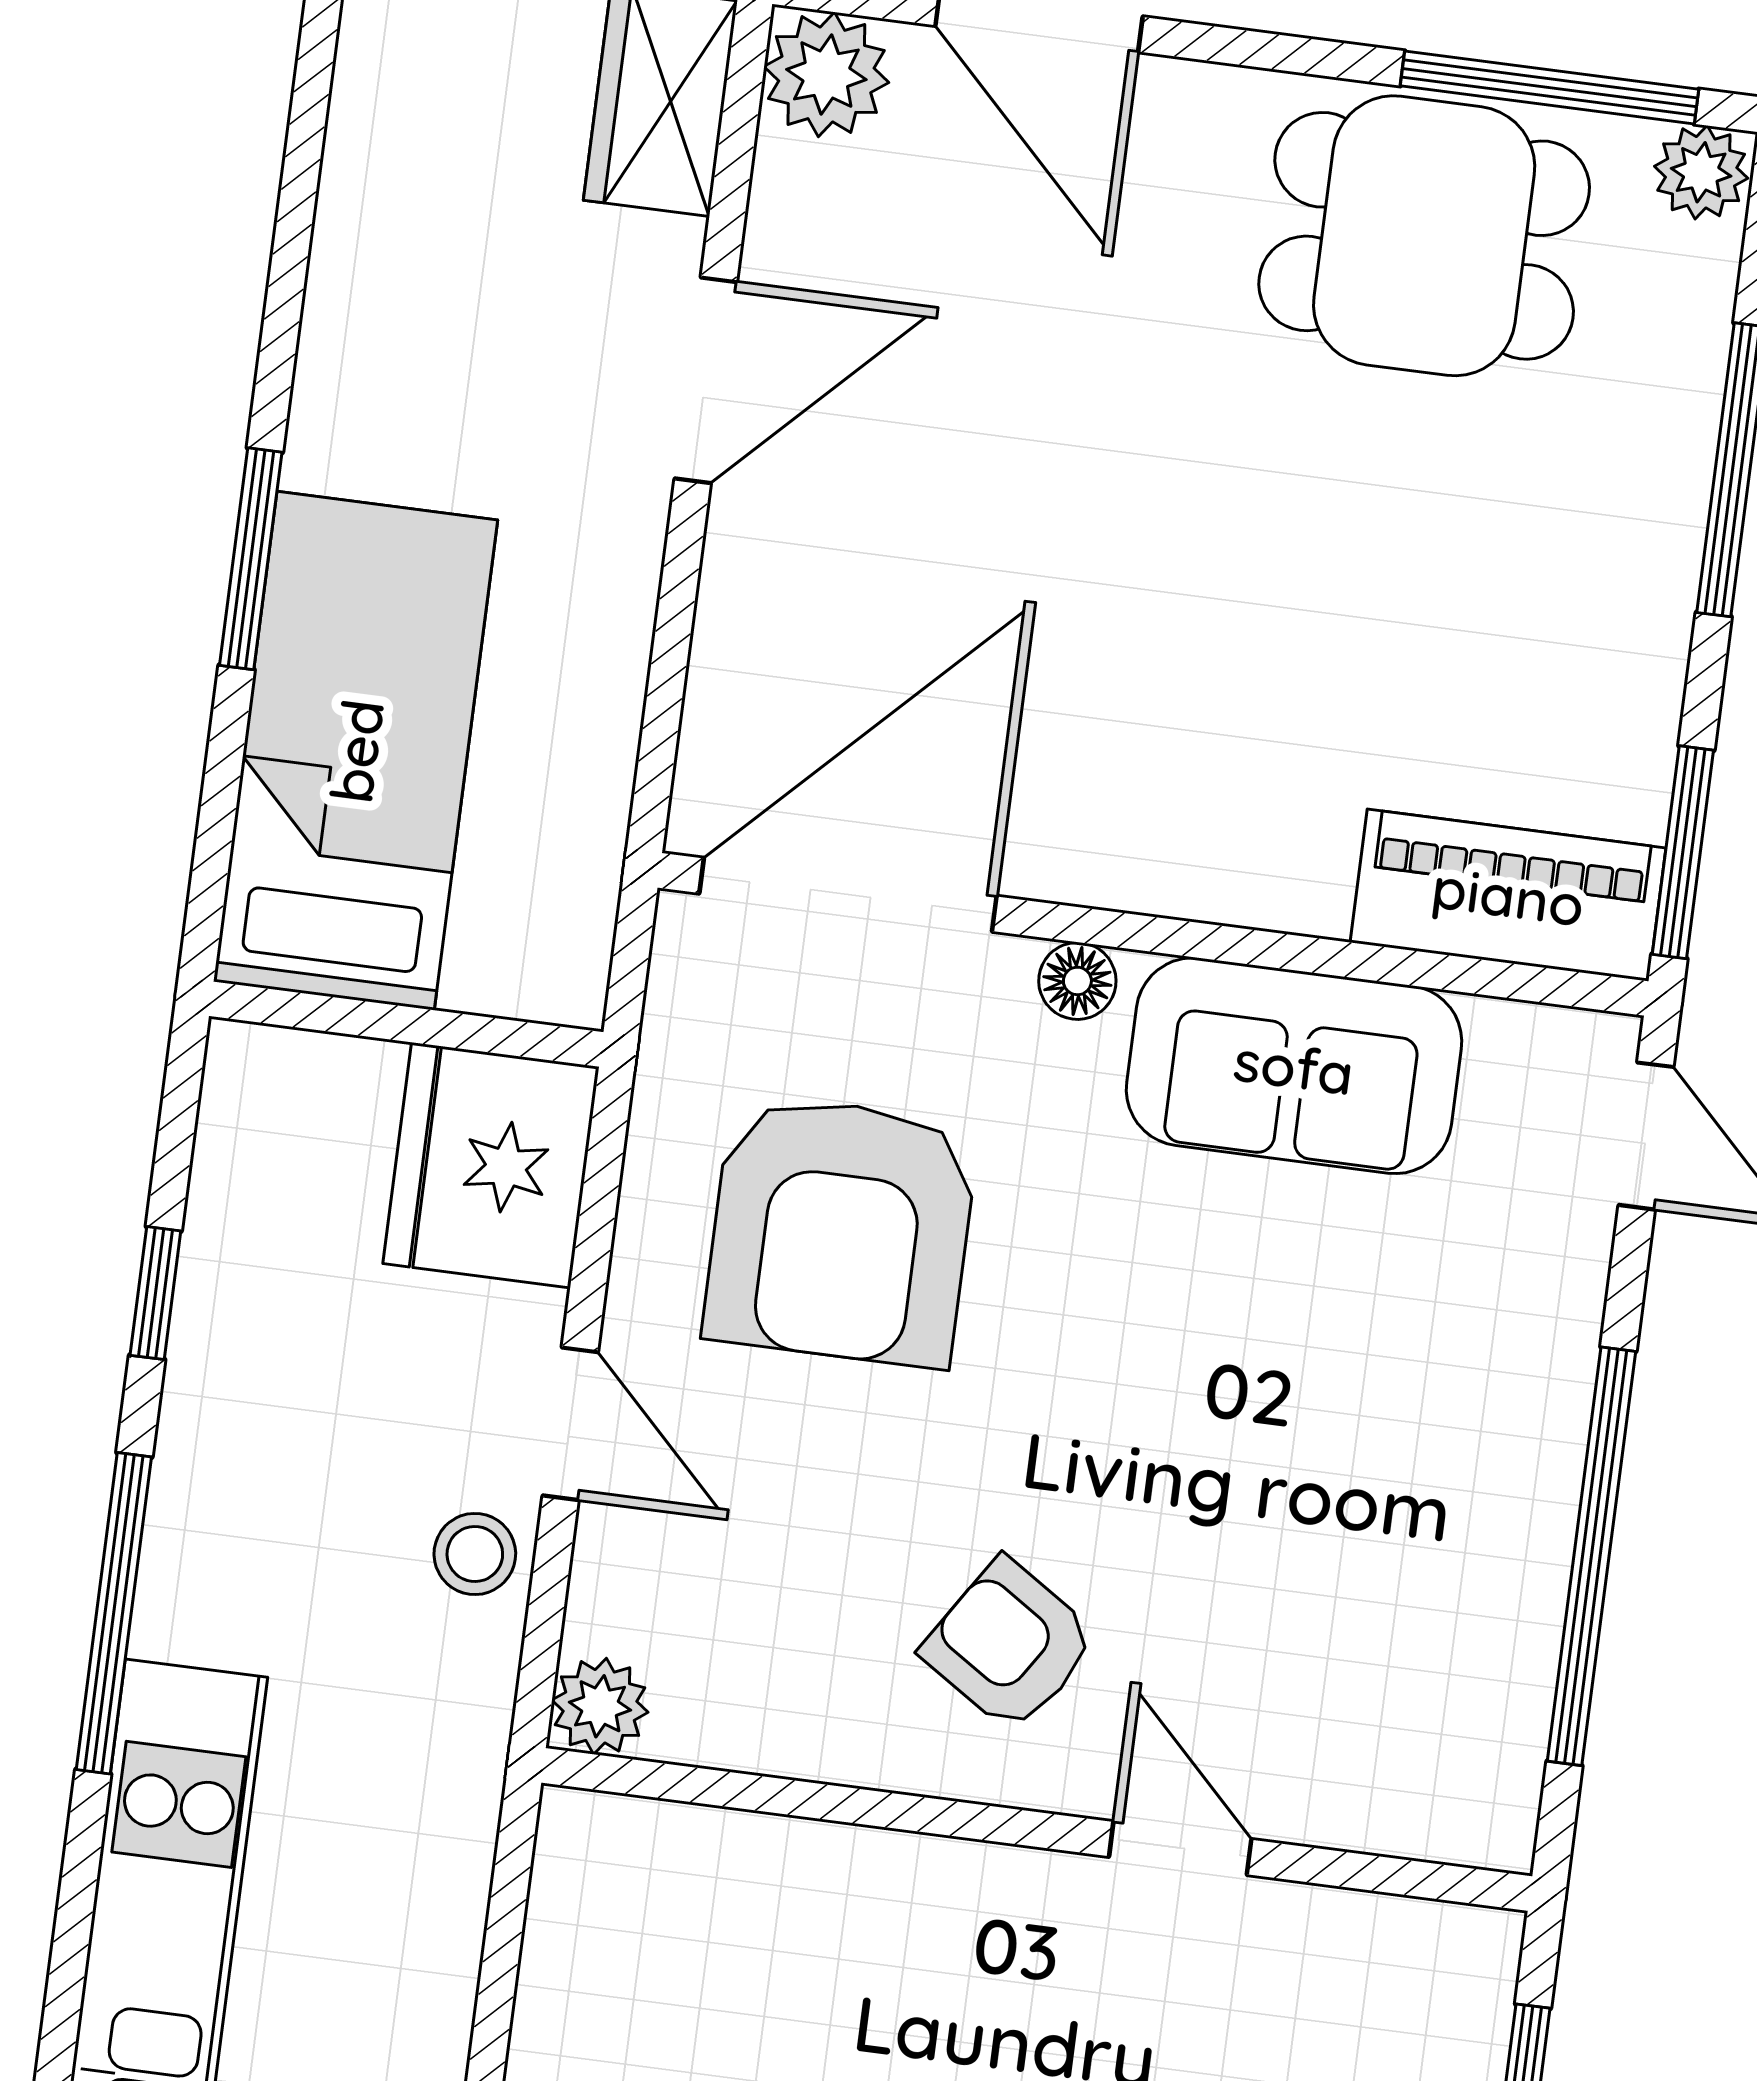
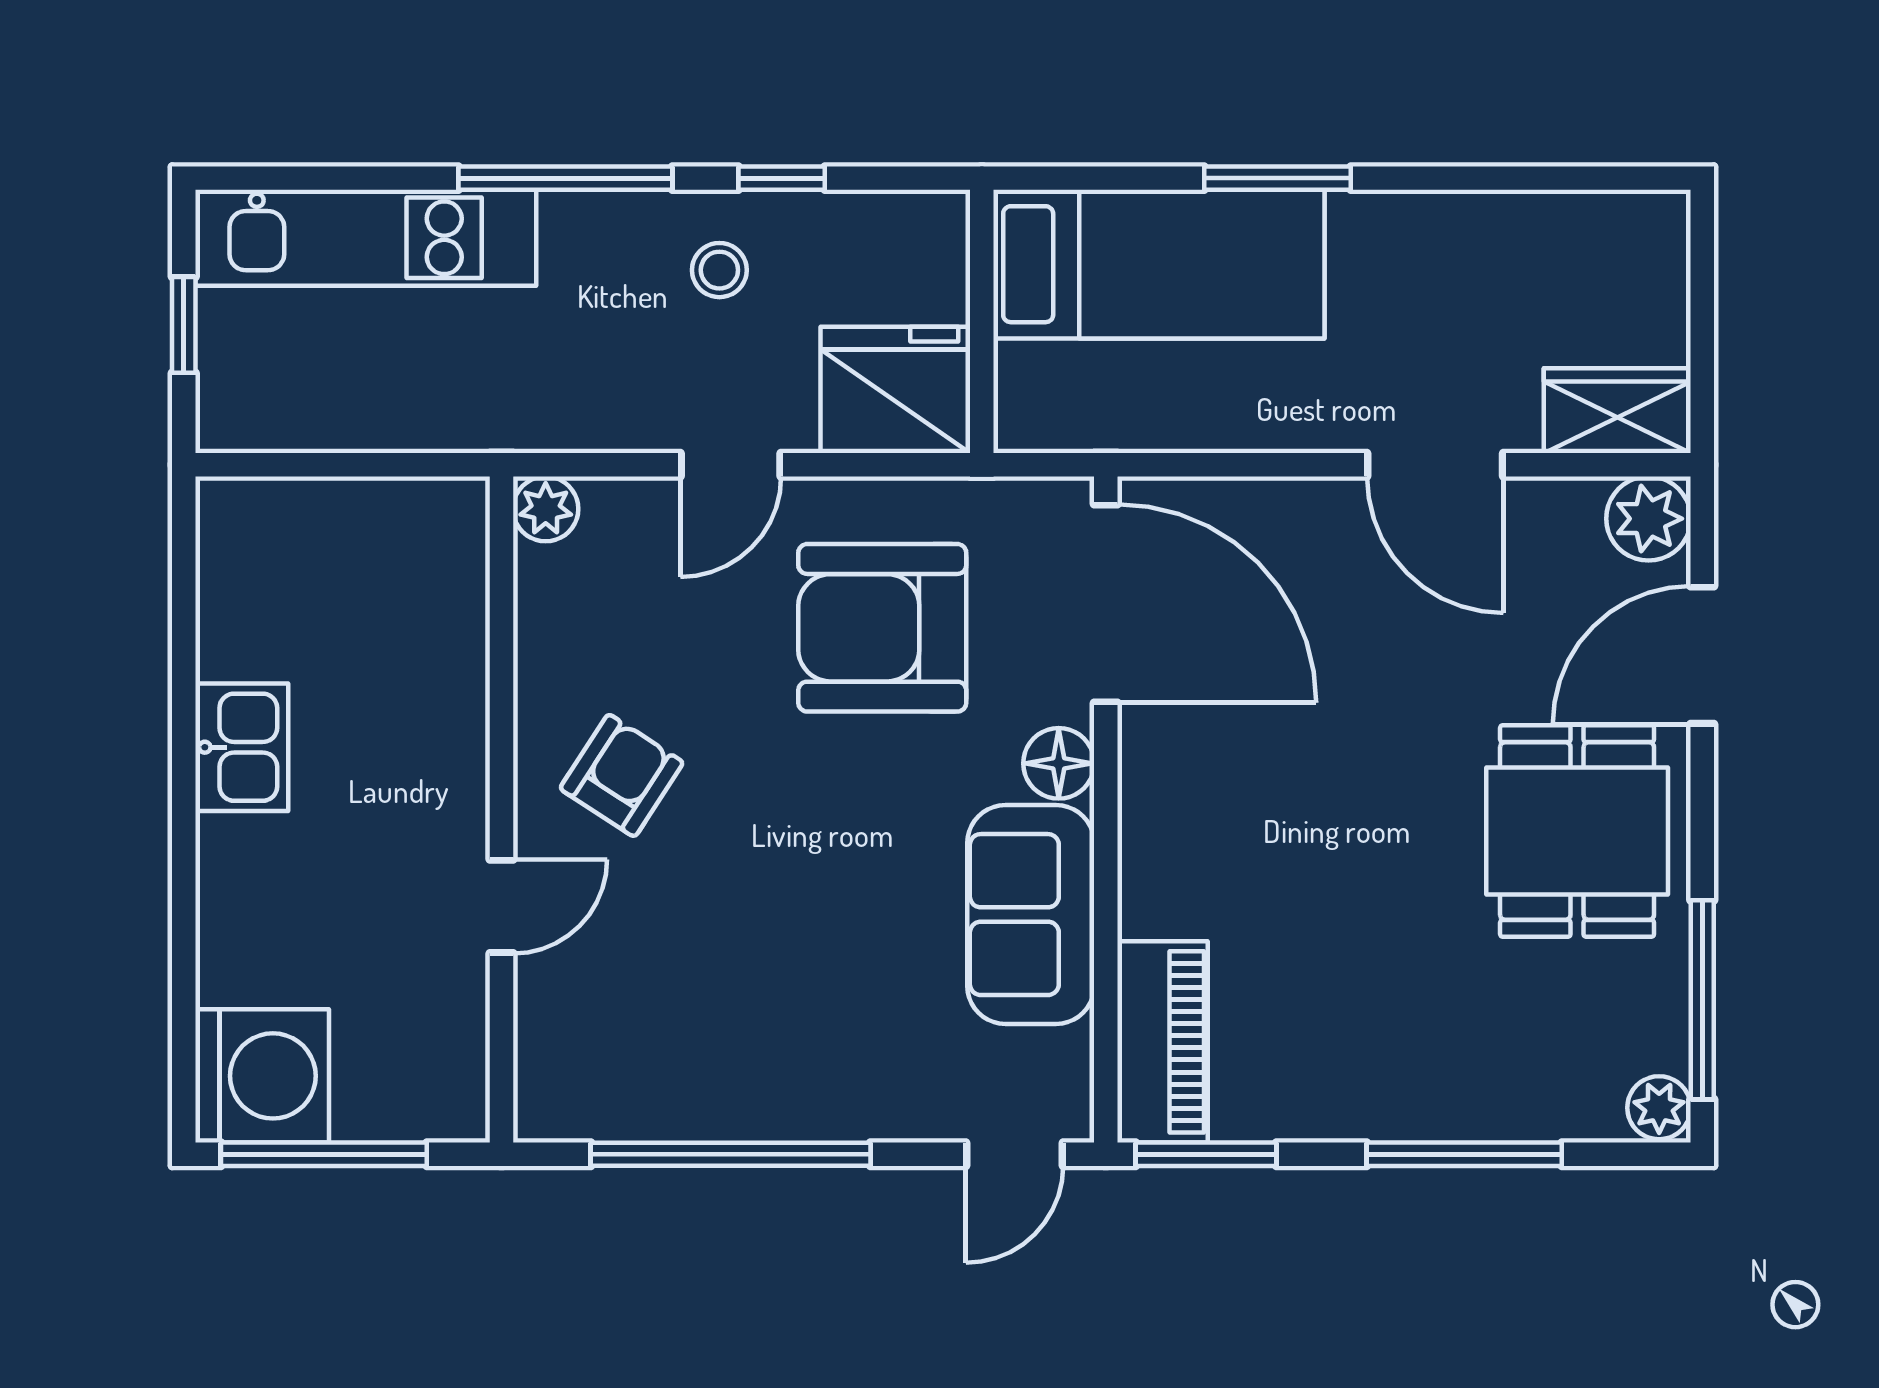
dining table: (1424, 236) -> (1577, 831), moved
floor lamp: (1077, 981) -> (1059, 763), width x1.37, depth x1.37
stool: (475, 1554) -> (719, 270), moved

